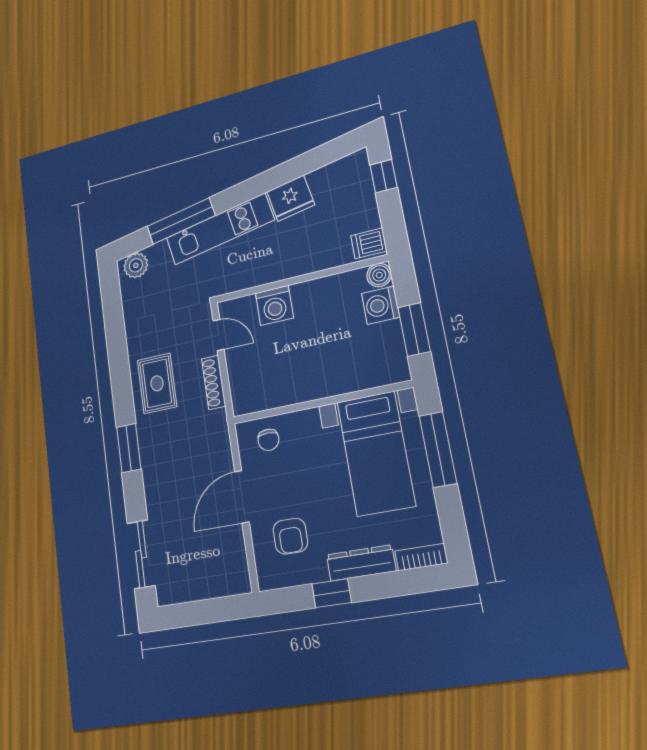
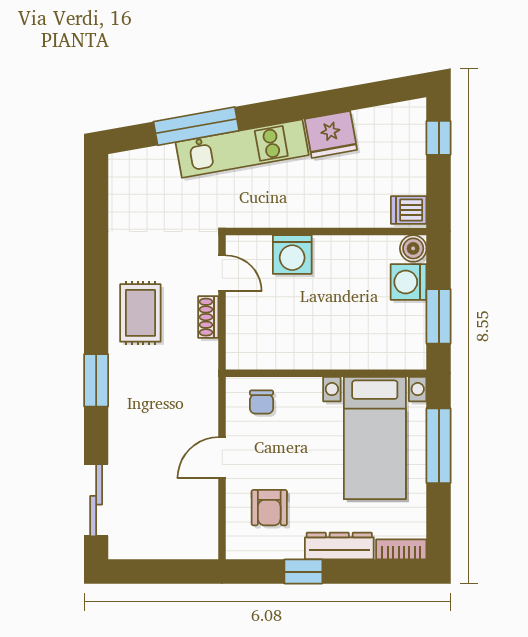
plant: (136, 265) -> (132, 166), removed
shoe rack: (214, 382) -> (208, 317), width x0.70
door: (242, 497) -> (222, 458), width x0.73

